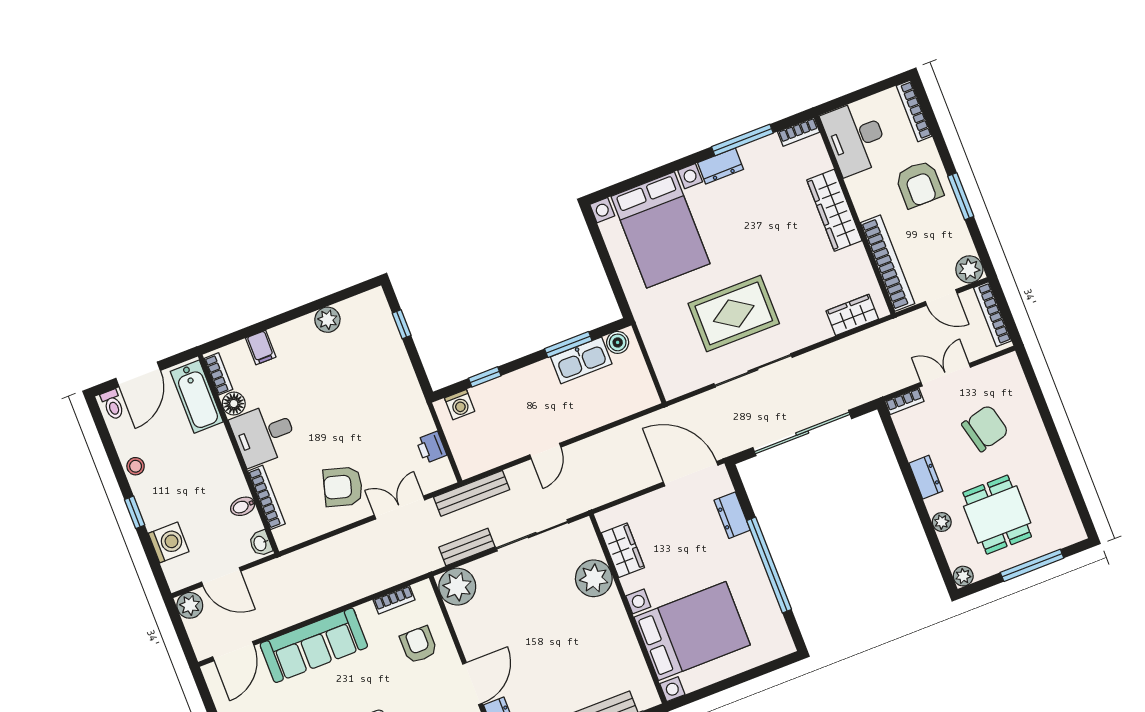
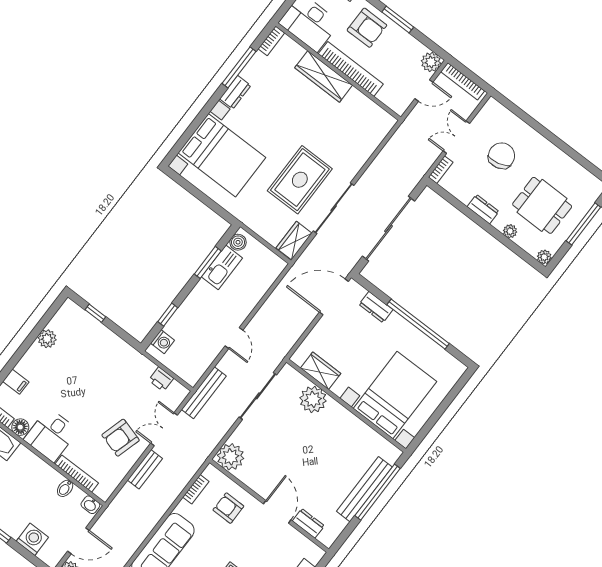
bookcase: (888, 263) -> (351, 69), moved
wardrobe: (852, 315) -> (294, 241), moved
bench: (467, 547) -> (145, 469), moved

